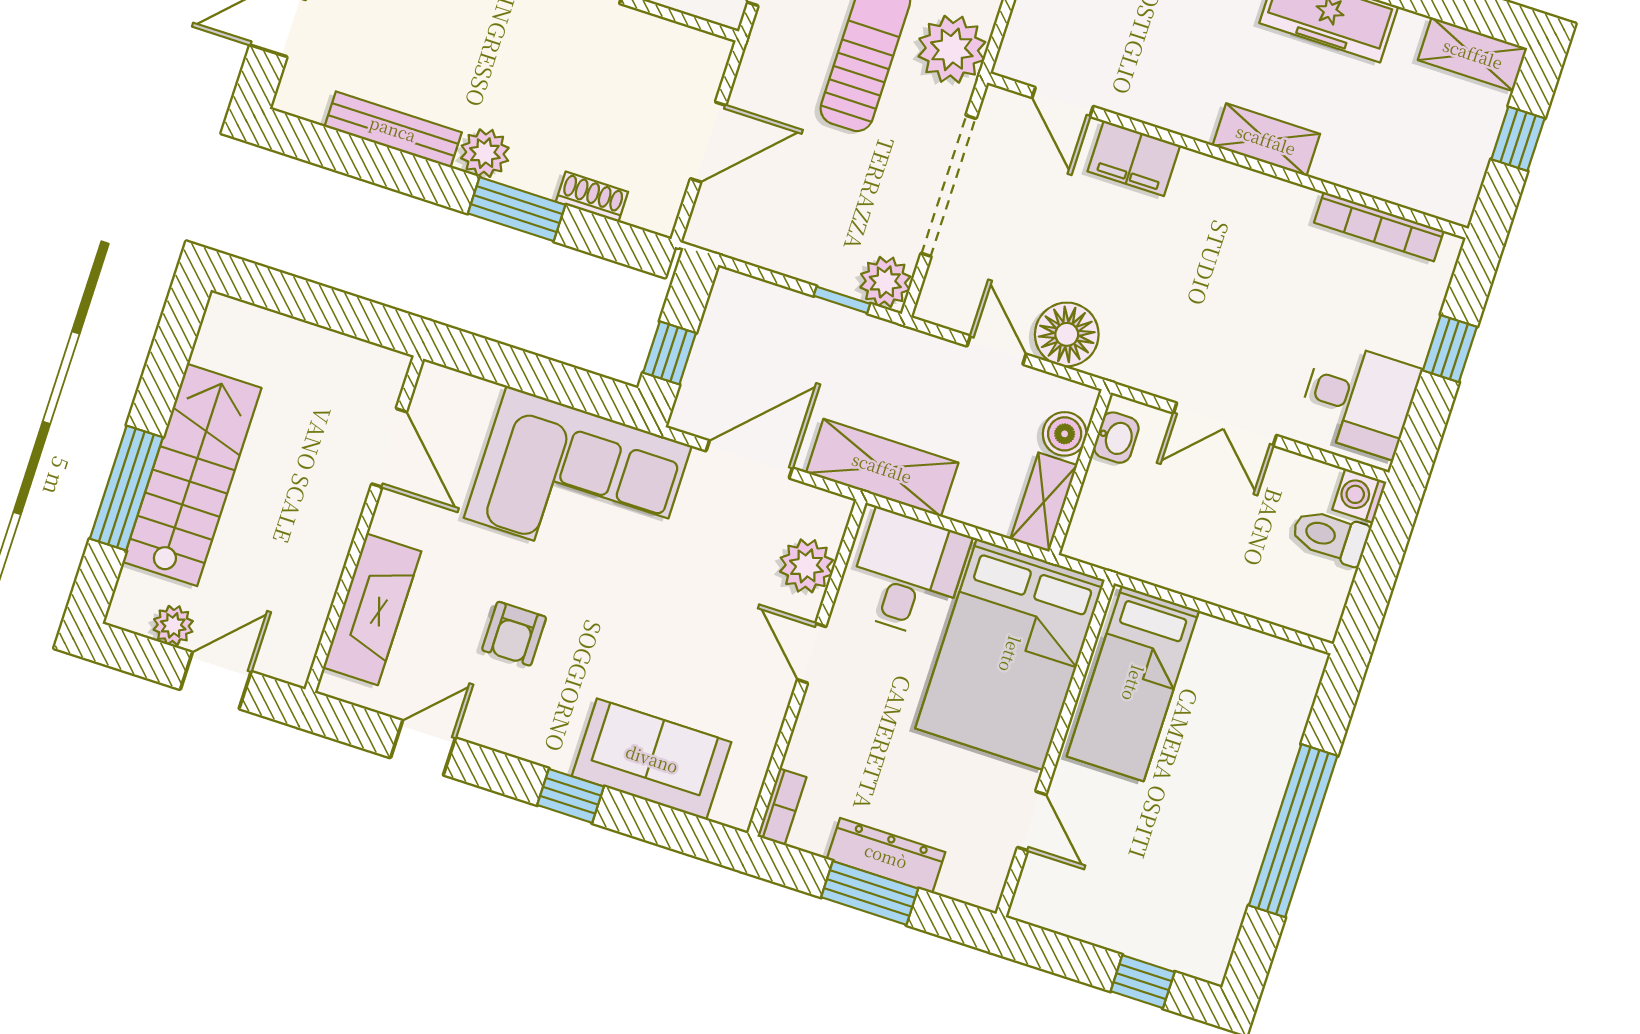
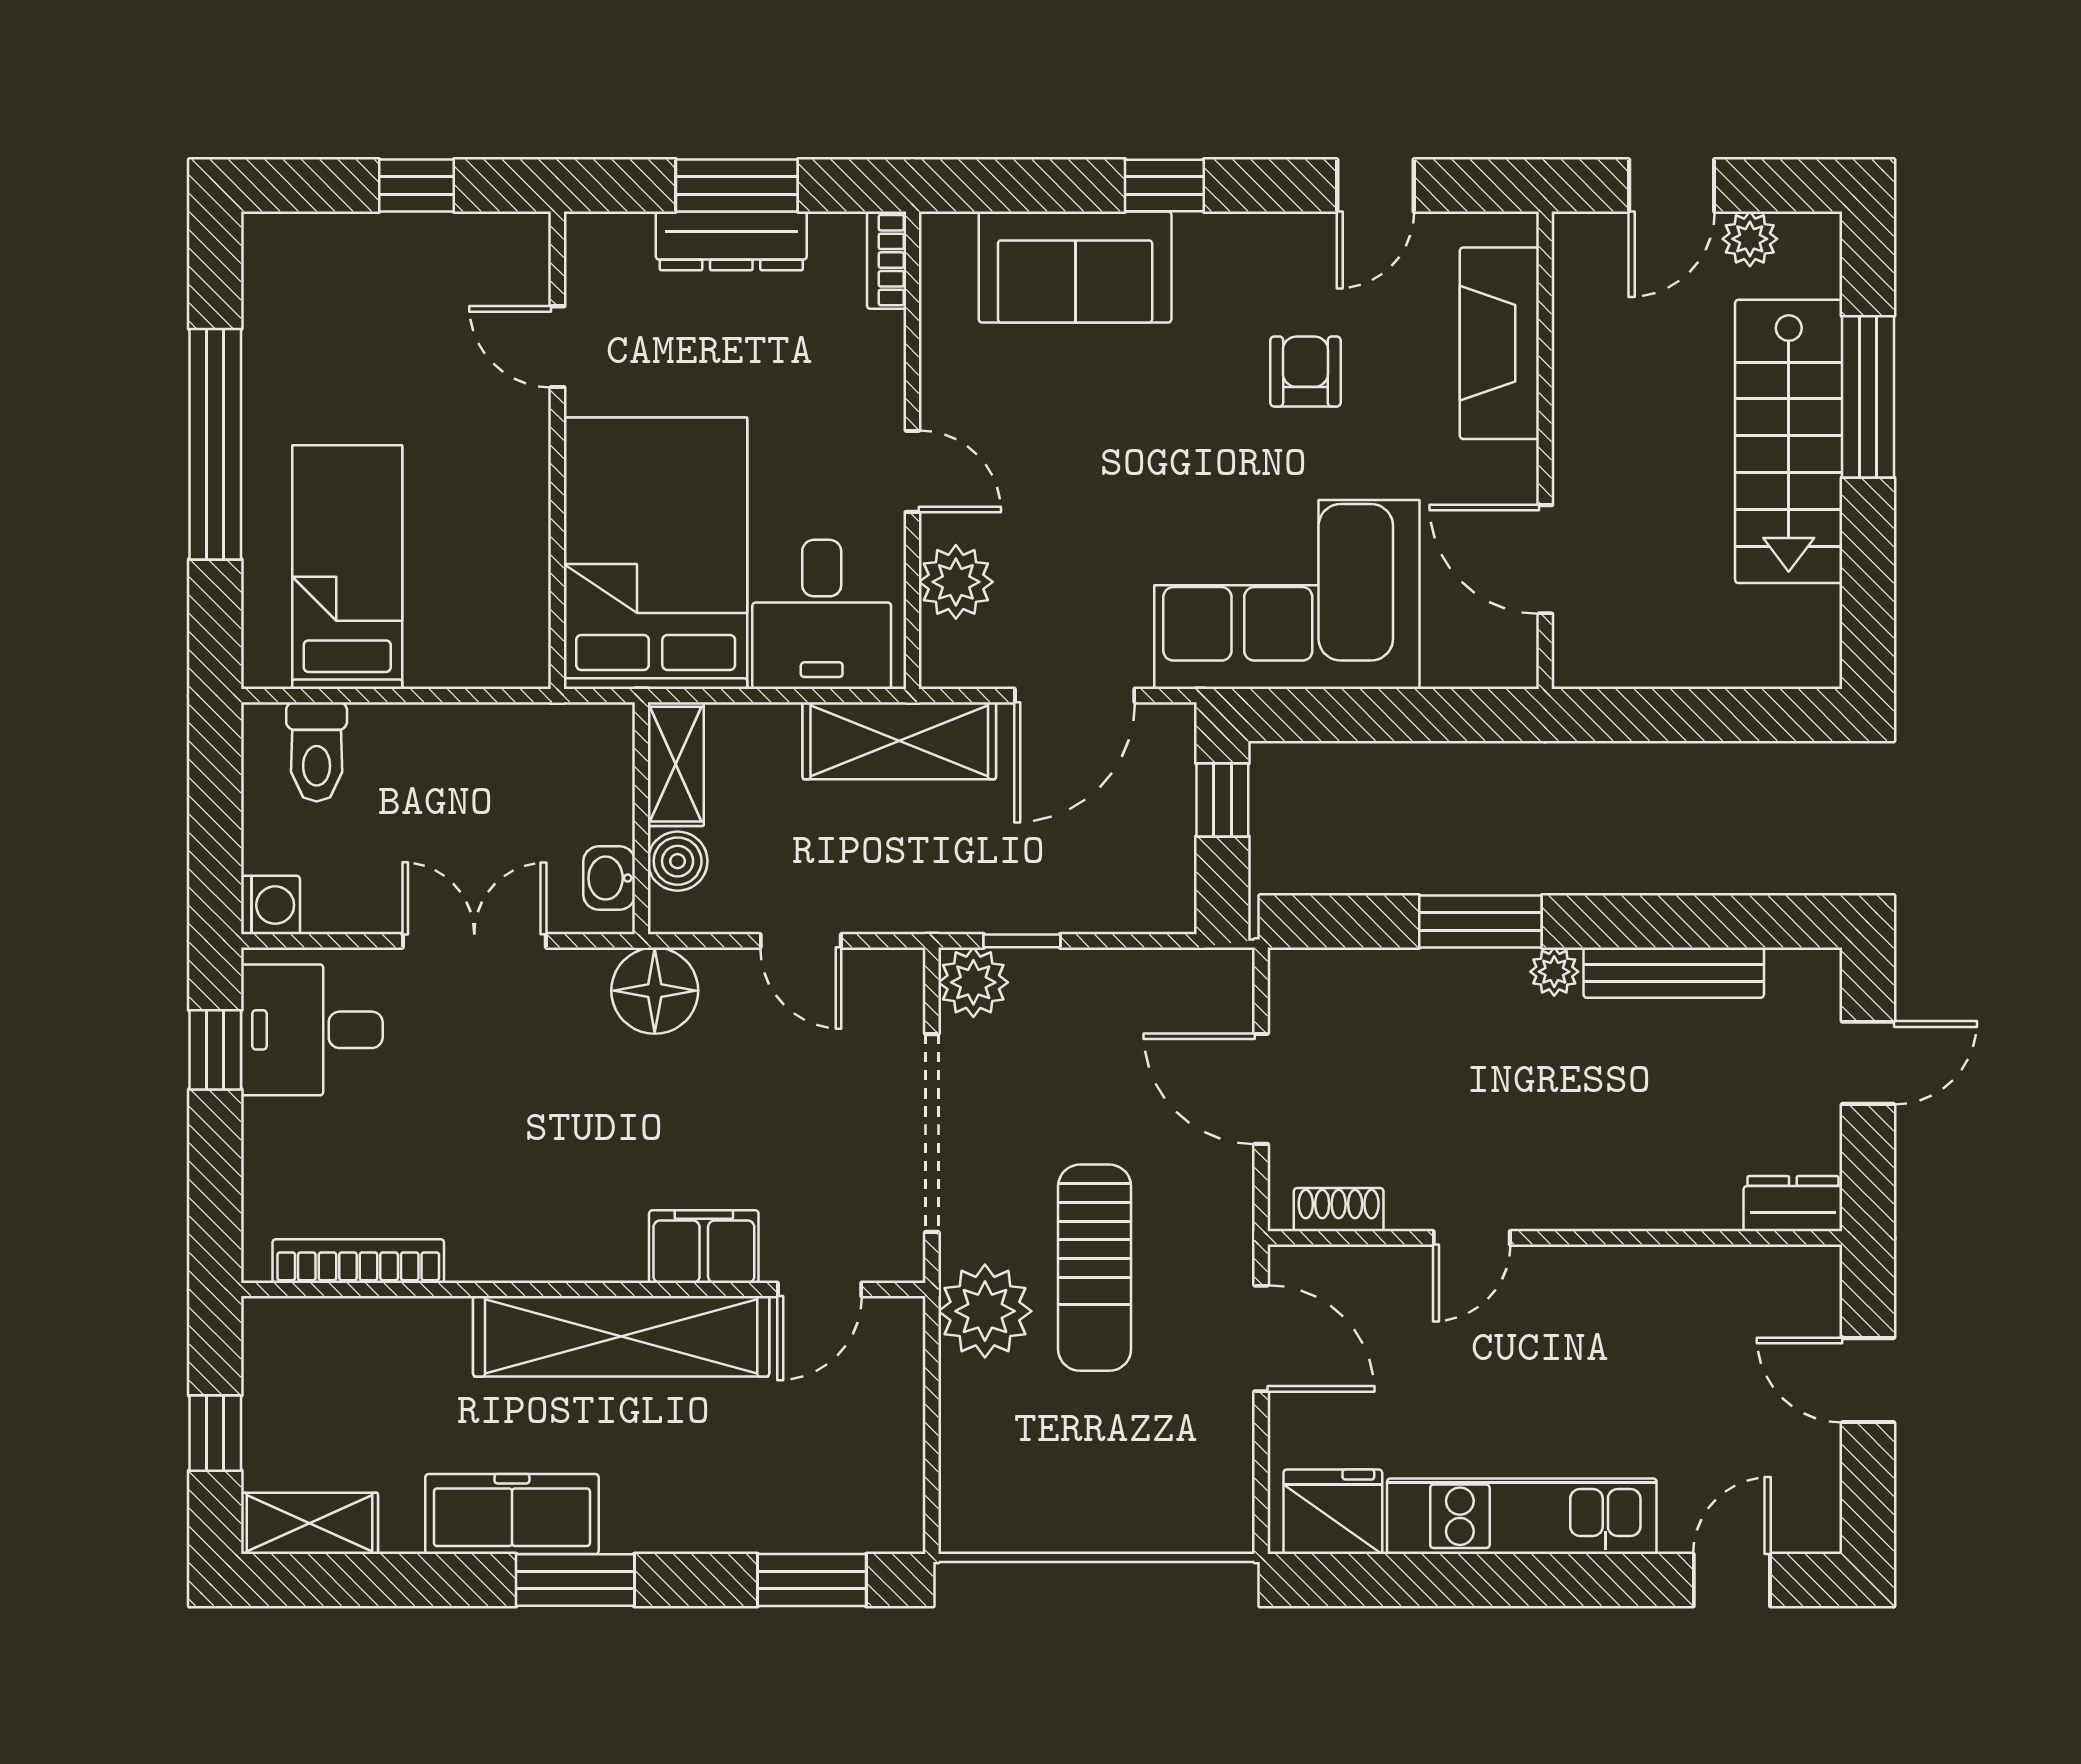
door: (1063, 102) -> (820, 1290), swing flipped
shelving: (1266, 140) -> (621, 1336), width x2.20, depth x1.33
door: (708, 142) -> (1261, 1089), hinge flipped
plant: (485, 153) -> (1554, 972), width x0.73, depth x0.73
shoe rack: (592, 197) -> (1339, 1210), moved, turned 180
floor lamp: (1067, 334) -> (655, 991), moved
window: (1450, 349) -> (215, 1050), moved
toilet: (1330, 536) -> (317, 752), moved, turned 90
bed: (1133, 683) -> (347, 567), moved
window: (1143, 982) -> (417, 186), moved

